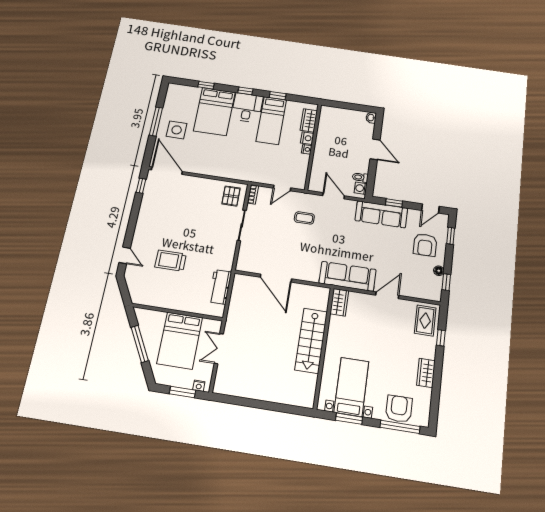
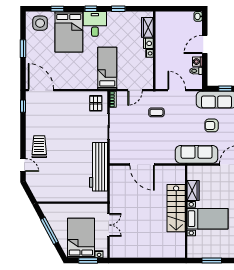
bed: (271, 120) -> (107, 68), moved, turned 180
window: (156, 122) -> (23, 49), width x0.69
side table: (177, 130) -> (40, 23), moved
door: (375, 149) -> (205, 44), swing flipped
washing machine: (361, 188) -> (197, 62), moved
armchair: (371, 244) -> (212, 125), added
trolley: (171, 261) -> (39, 147), moved, turned 90
workbench: (220, 287) -> (99, 167), width x1.88, depth x1.32
wardrobe: (339, 302) -> (193, 190), moved
bed: (180, 340) -> (81, 238), moved, turned 180
double door: (219, 349) -> (109, 225), swing flipped
bed with nightstands: (351, 387) -> (208, 219), moved, turned 90

